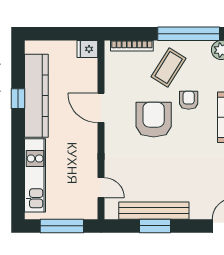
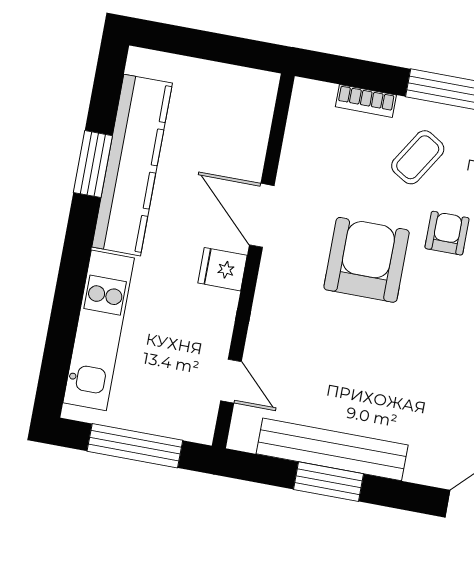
bookcase: (132, 46) -> (366, 101), width x0.64
fridge: (87, 49) -> (223, 269), moved
coffee table: (169, 68) -> (418, 157), width x0.73, depth x0.77
window: (18, 99) -> (93, 164), width x1.50

